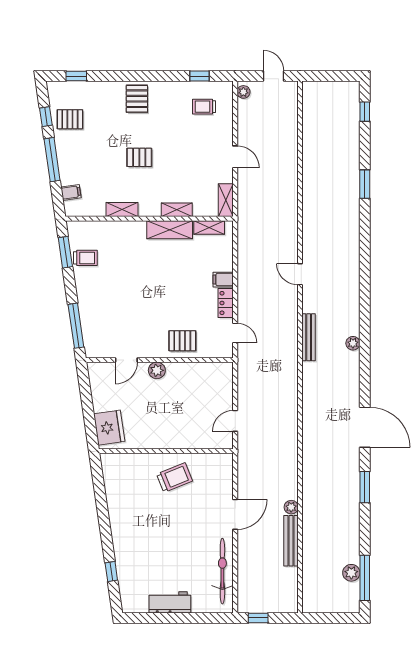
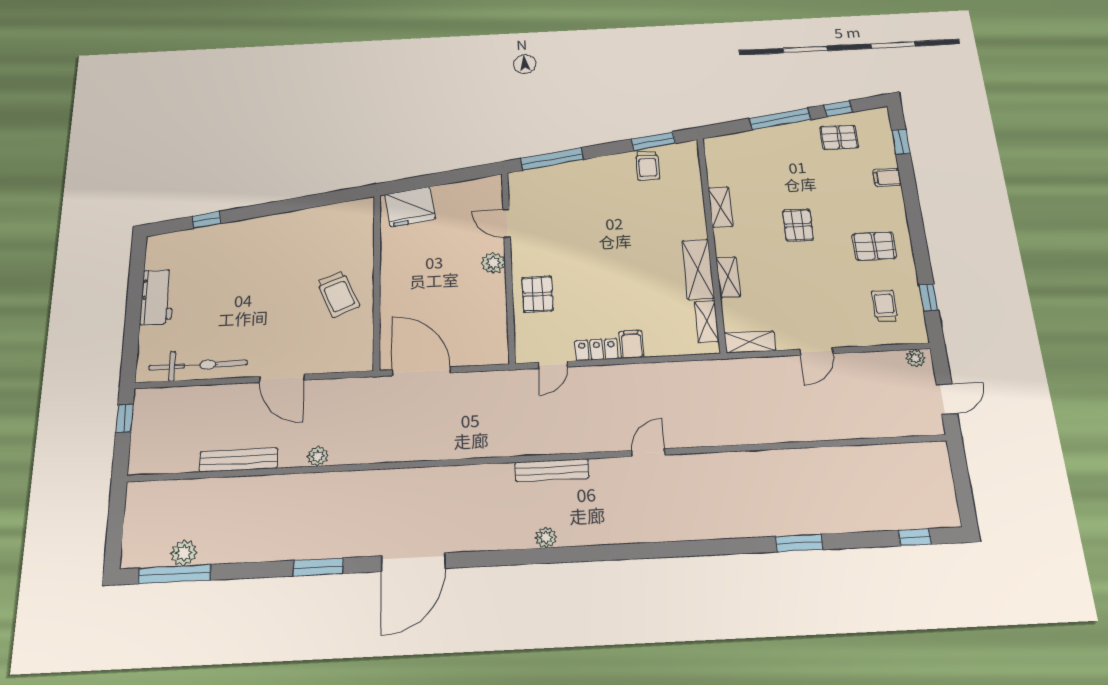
pallet: (137, 99) -> (874, 246), moved
pallet: (70, 119) -> (839, 137), turned 90
filing cabinet: (71, 192) -> (887, 177), moved, turned 98
door: (235, 421) -> (421, 371), width x1.88
plant: (291, 507) -> (318, 456), moved

